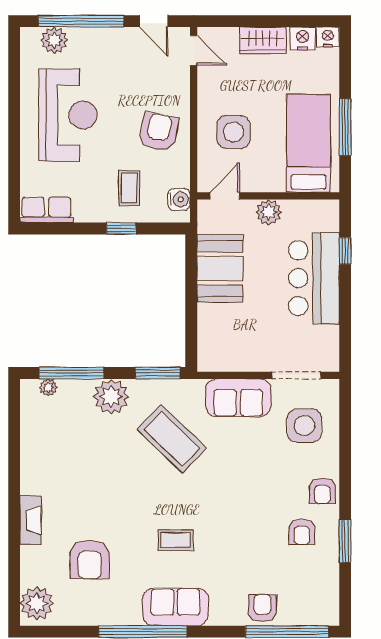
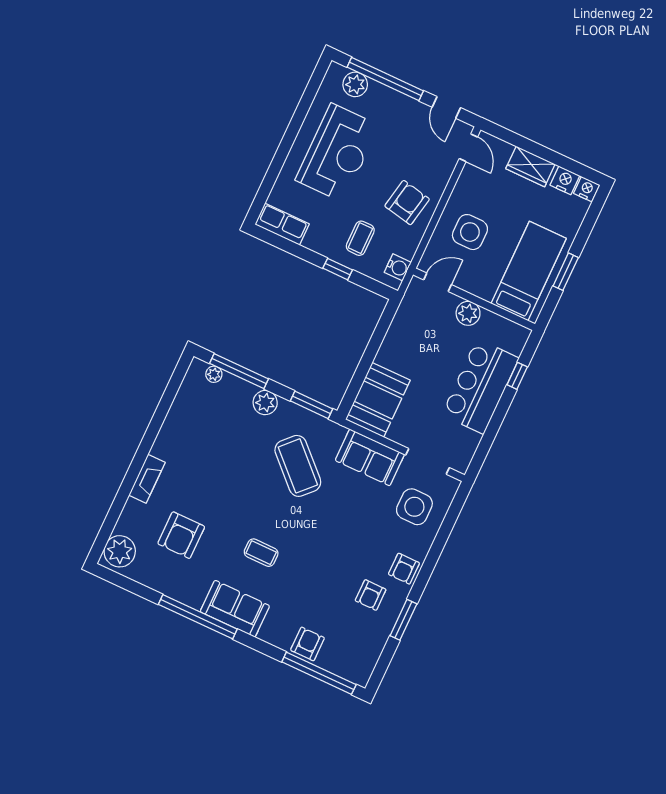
window: (345, 127) -> (566, 272), width x0.69
booth: (220, 269) -> (378, 400), moved
plant: (111, 397) -> (265, 403), width x0.73, depth x0.73

